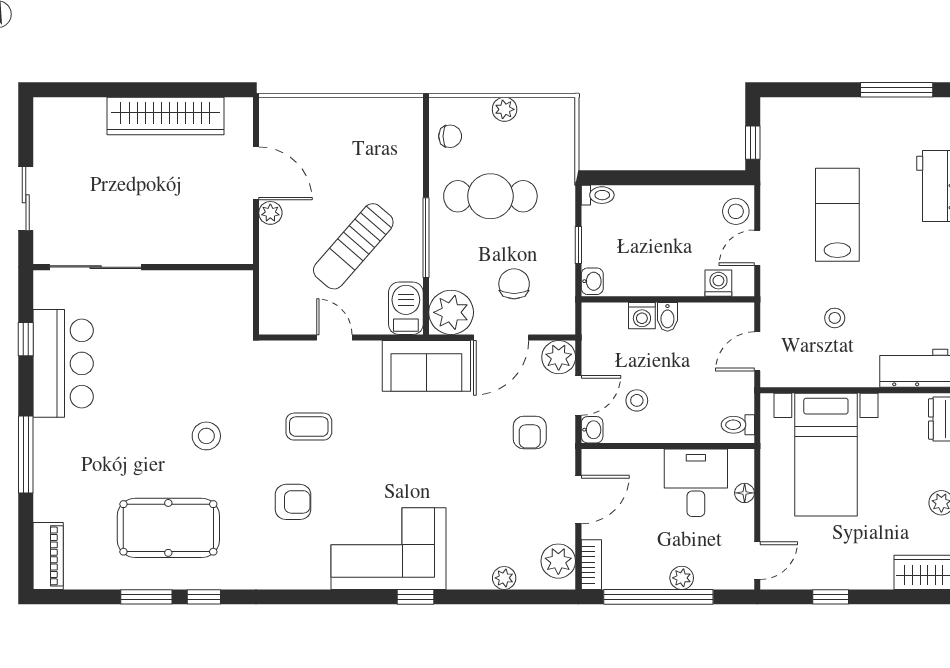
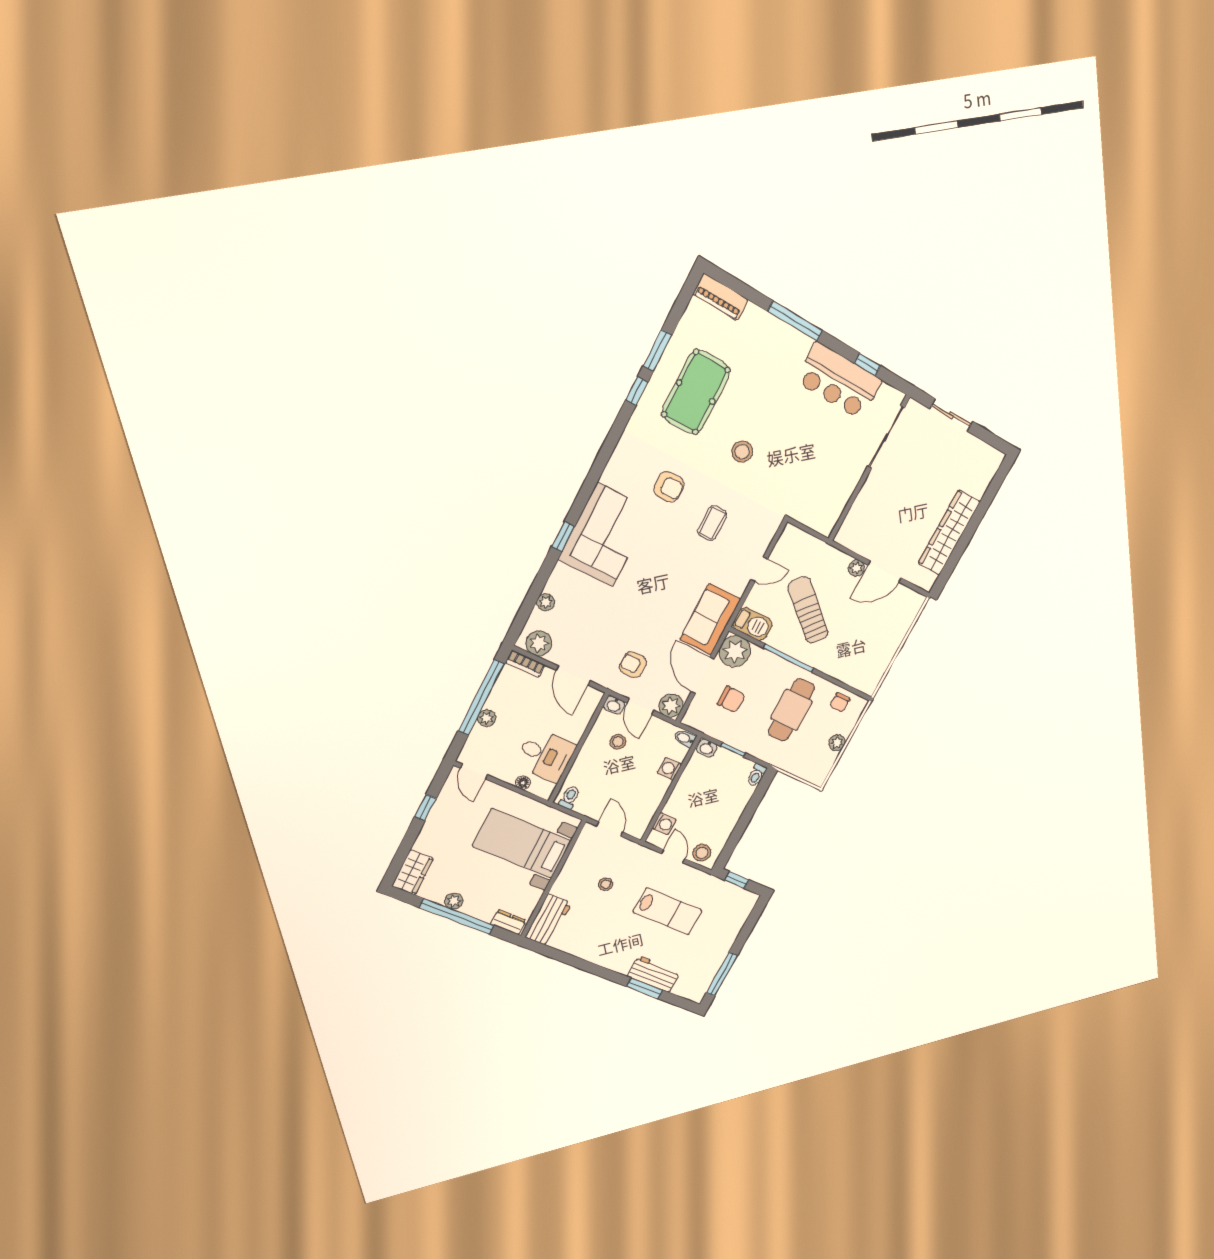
bidet: (667, 317) -> (685, 738), moved
armchair: (293, 502) -> (669, 487), turned -90

